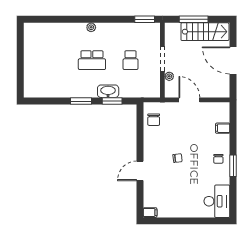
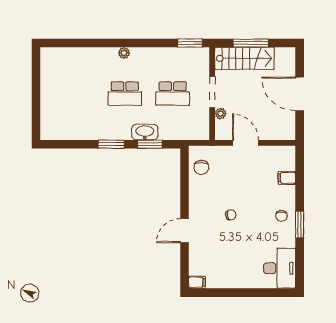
stairs: (205, 32) -> (245, 58), moved
school desk: (130, 60) -> (173, 94), width x1.85

